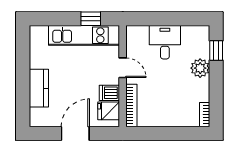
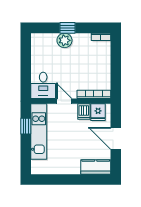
desk: (165, 42) -> (43, 85), moved, turned -90
window: (216, 50) -> (67, 28), moved
door: (123, 68) -> (64, 101), hinge flipped
kitchen counter: (39, 88) -> (96, 167), moved

